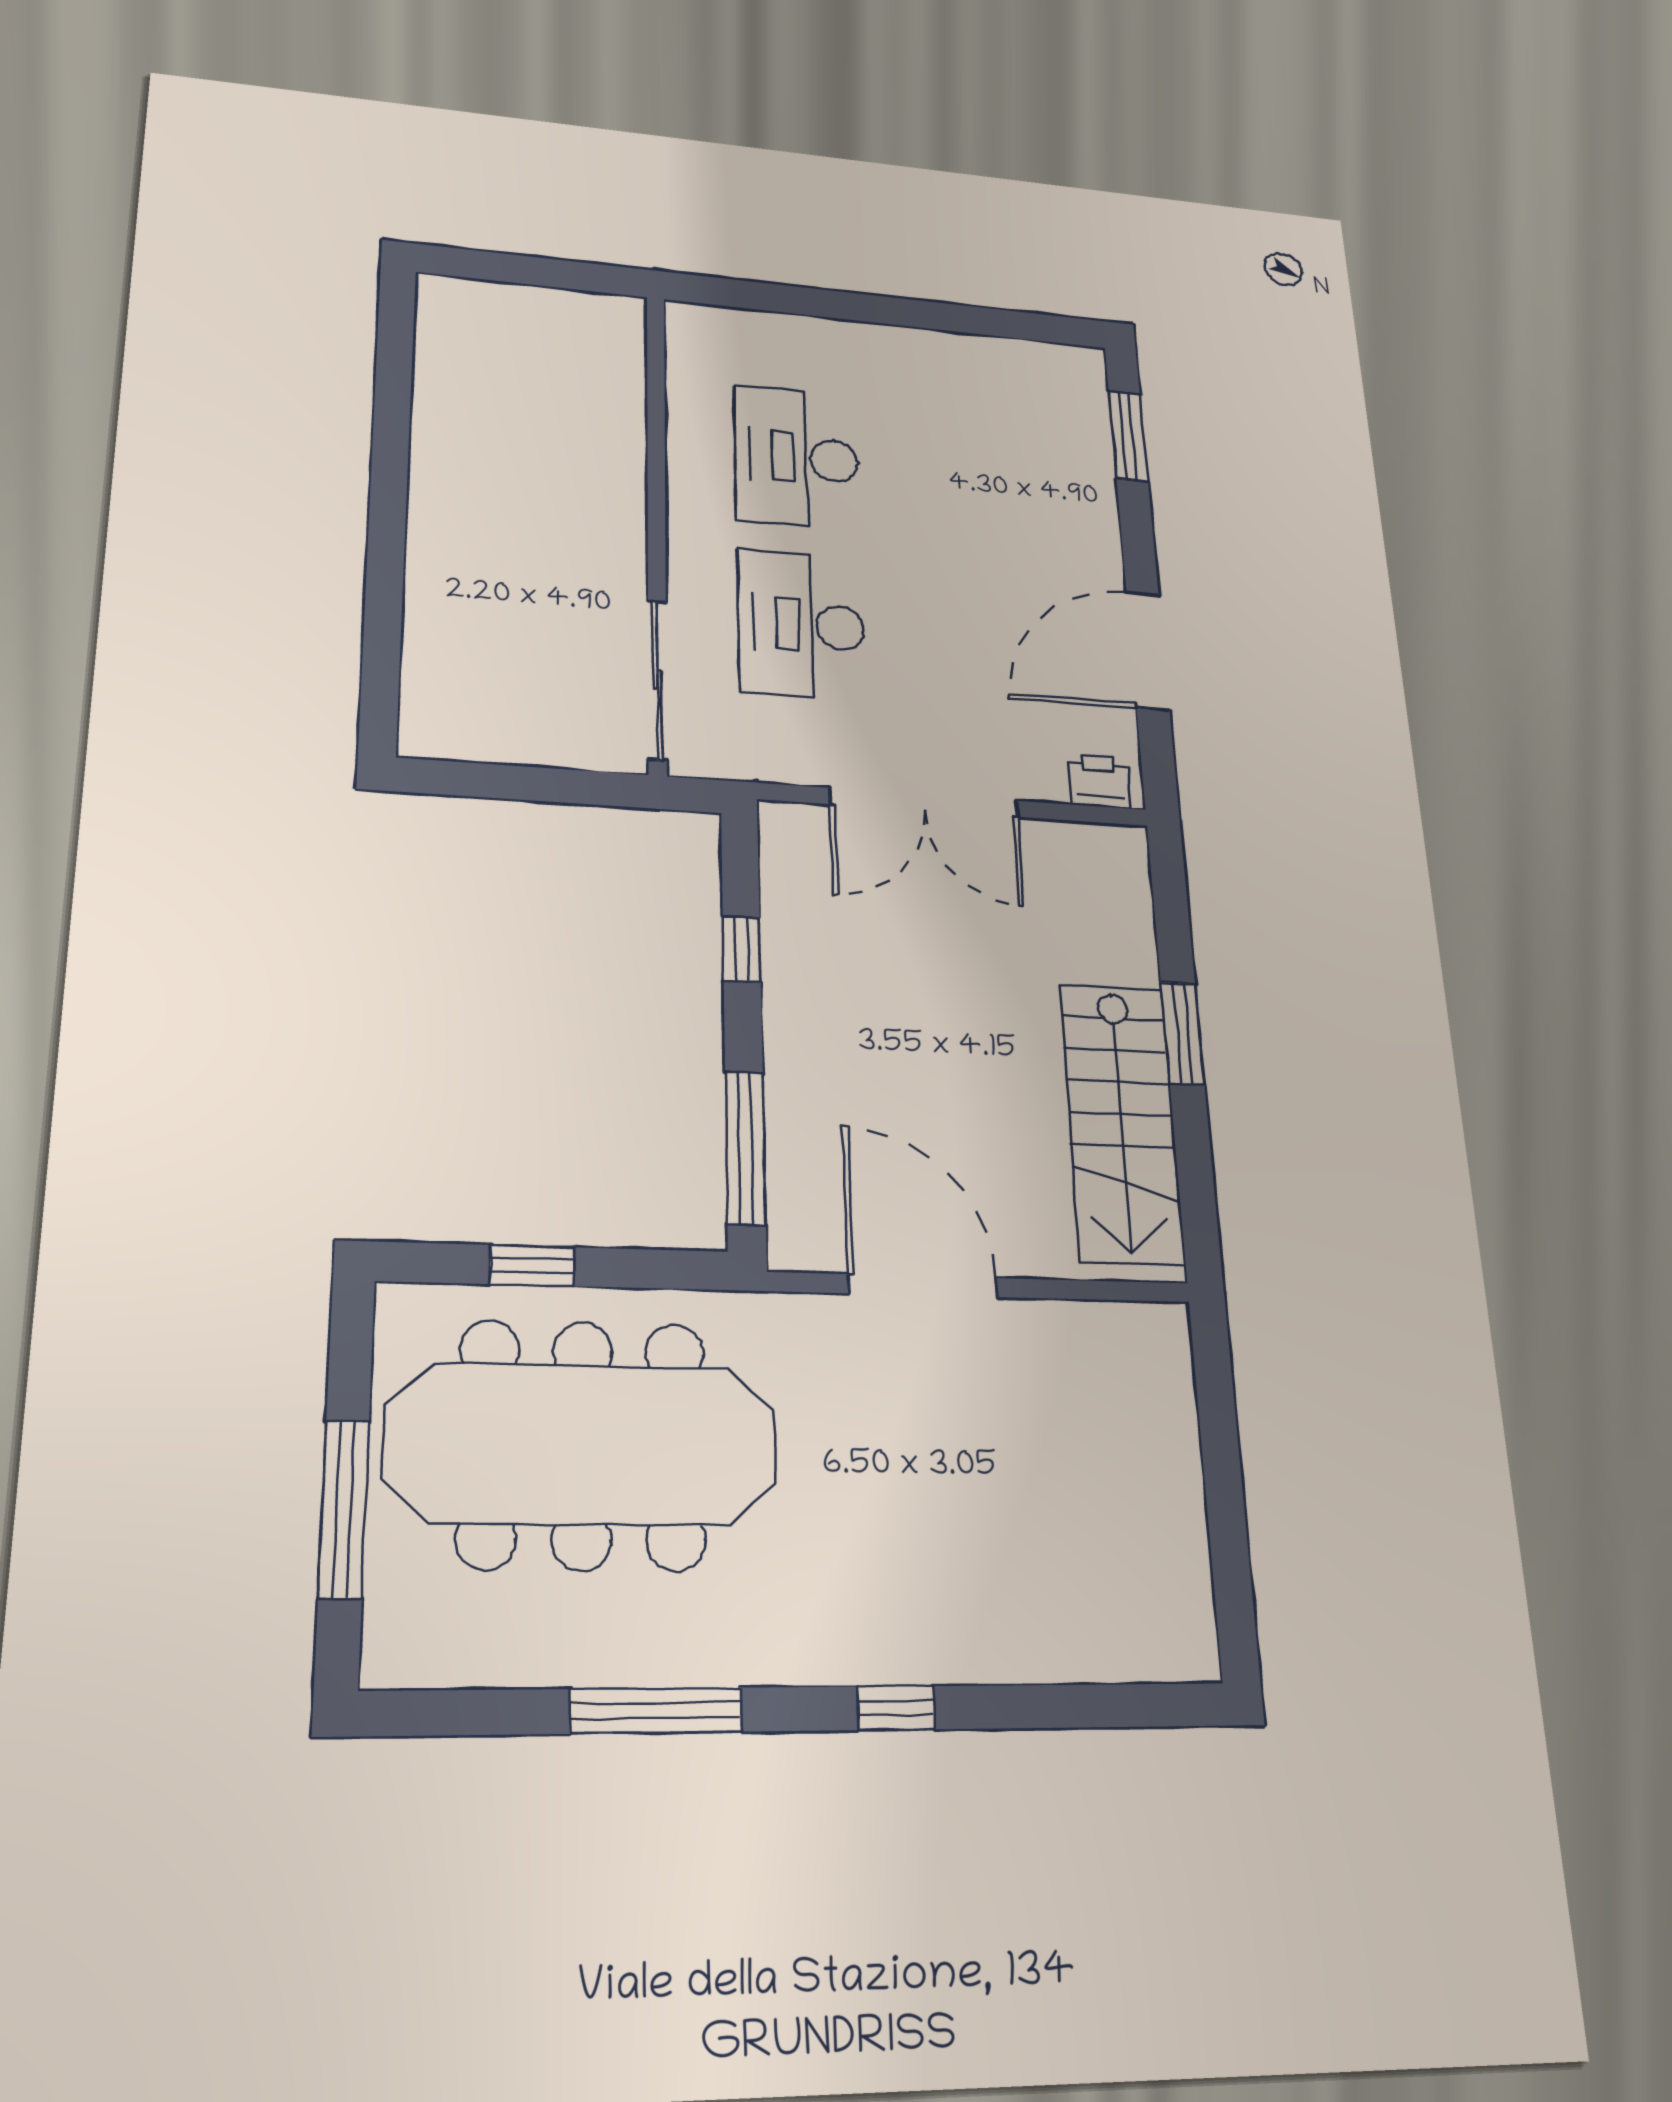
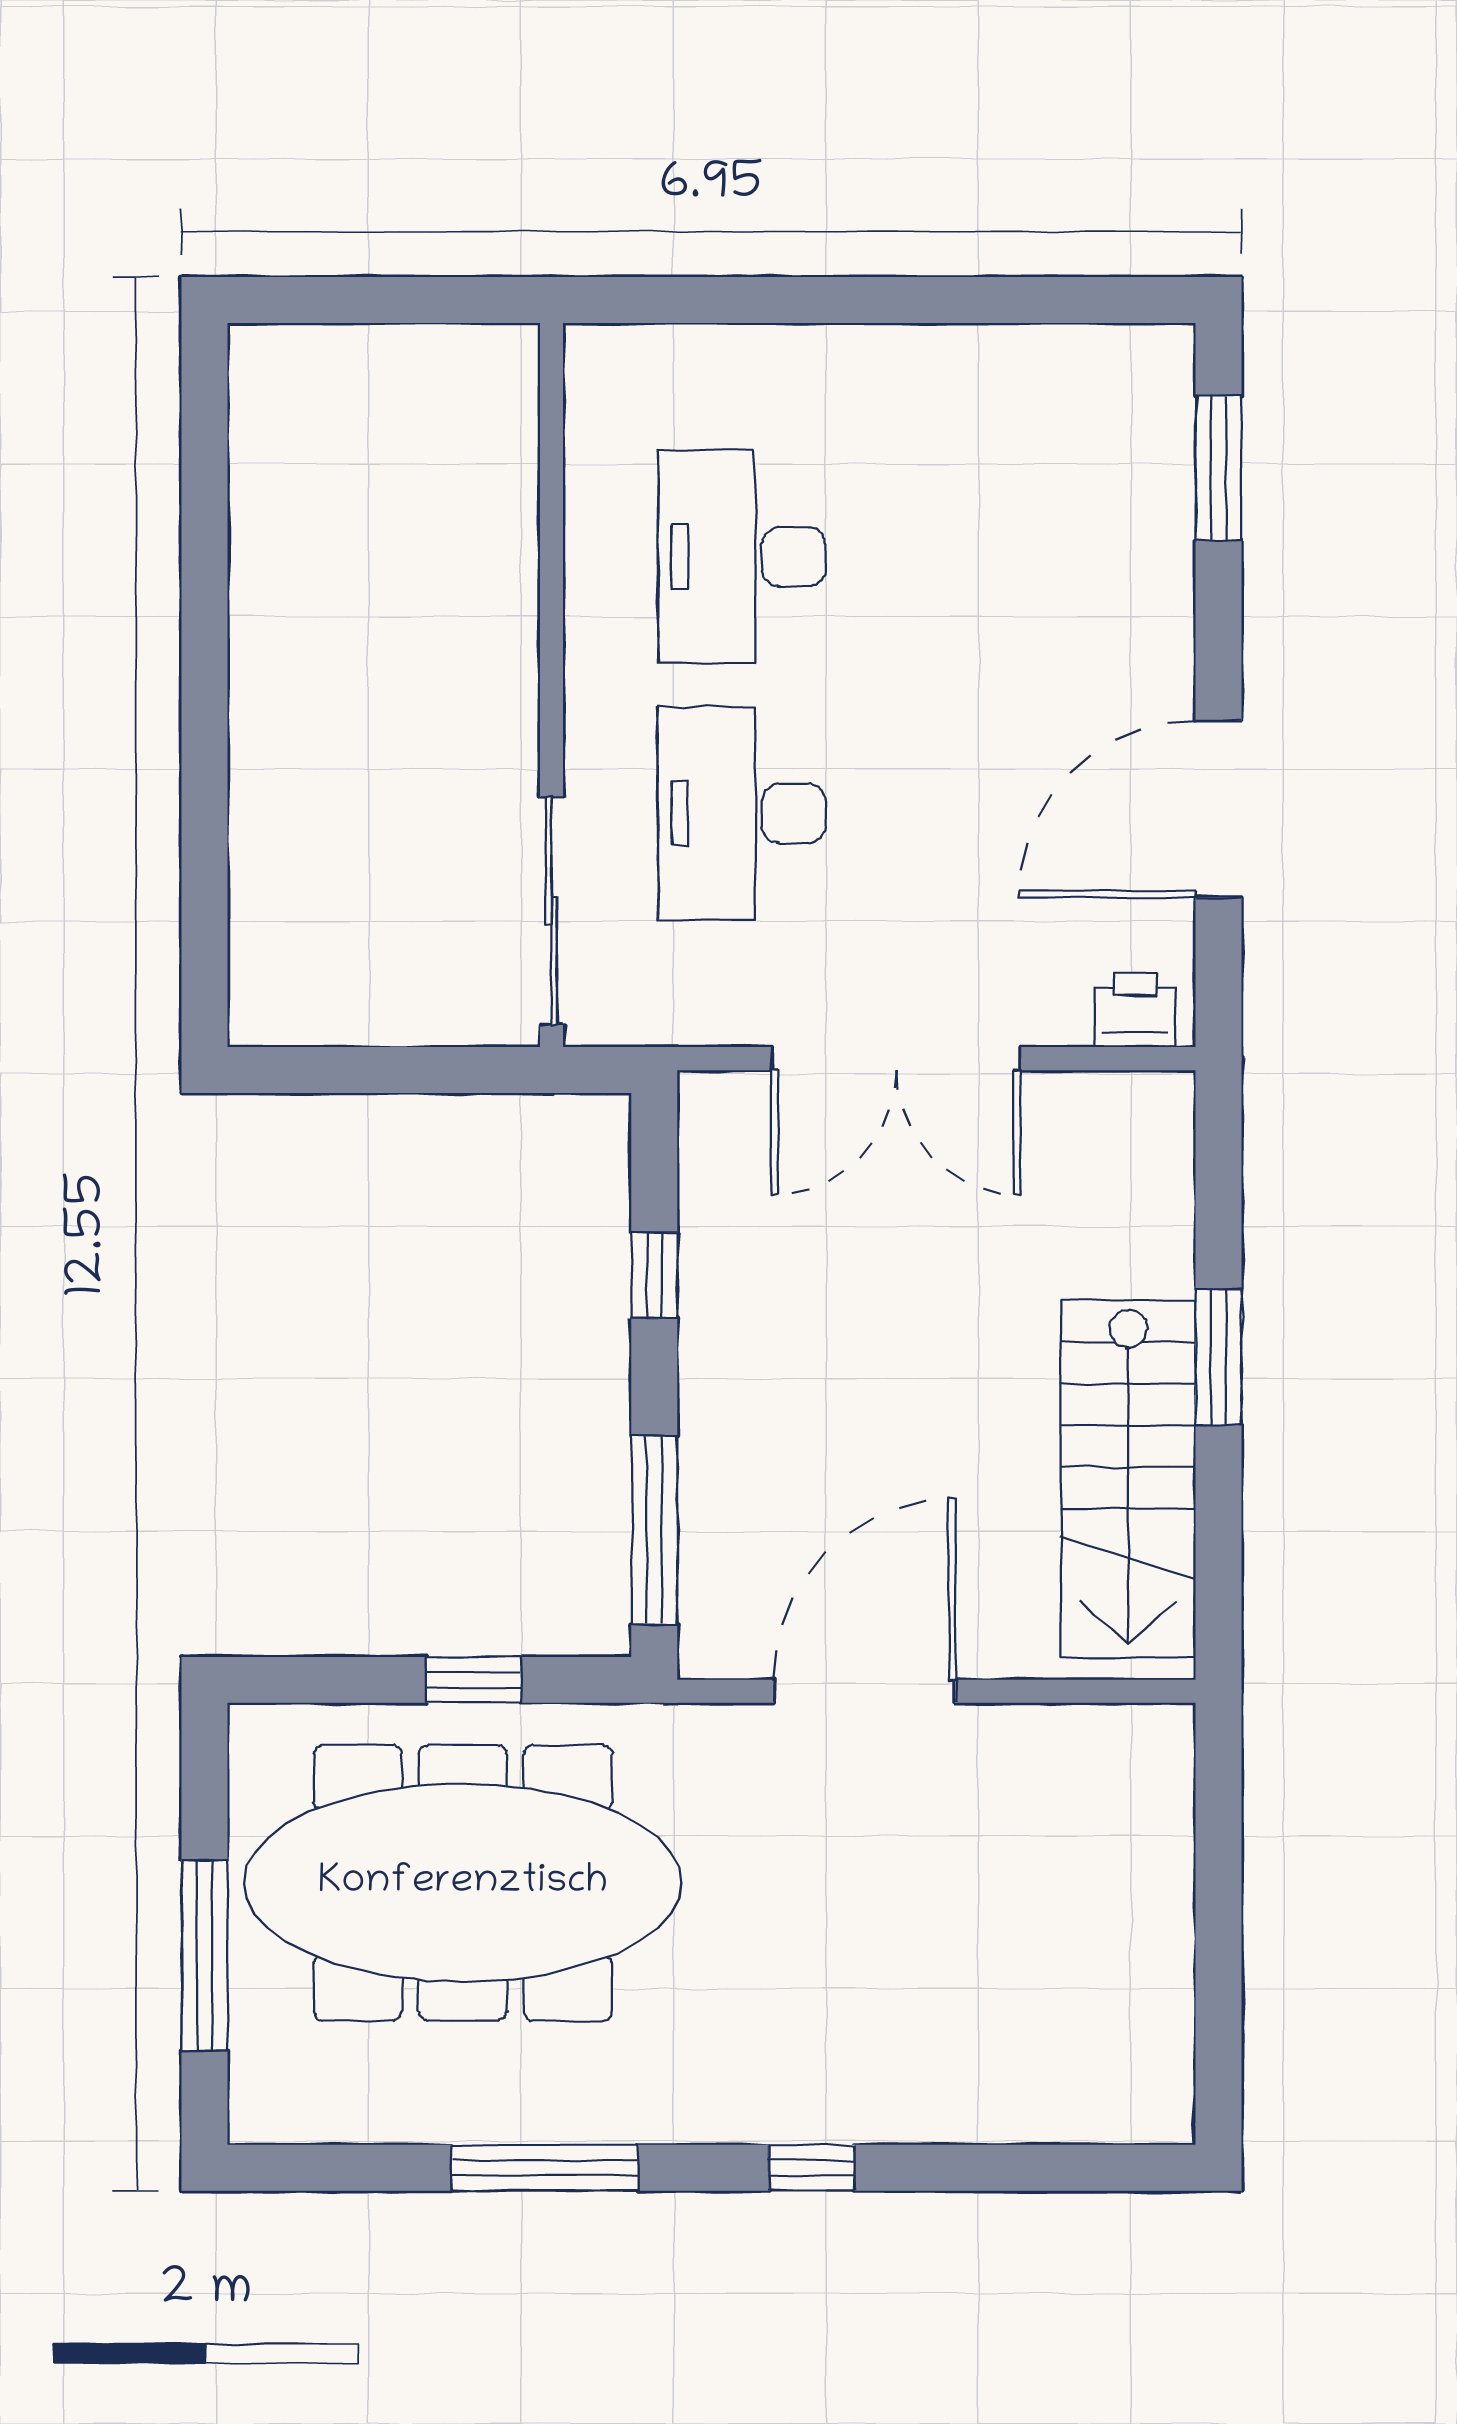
window: (532, 1266) -> (474, 1680), moved
door: (923, 1286) -> (864, 1691), hinge flipped

